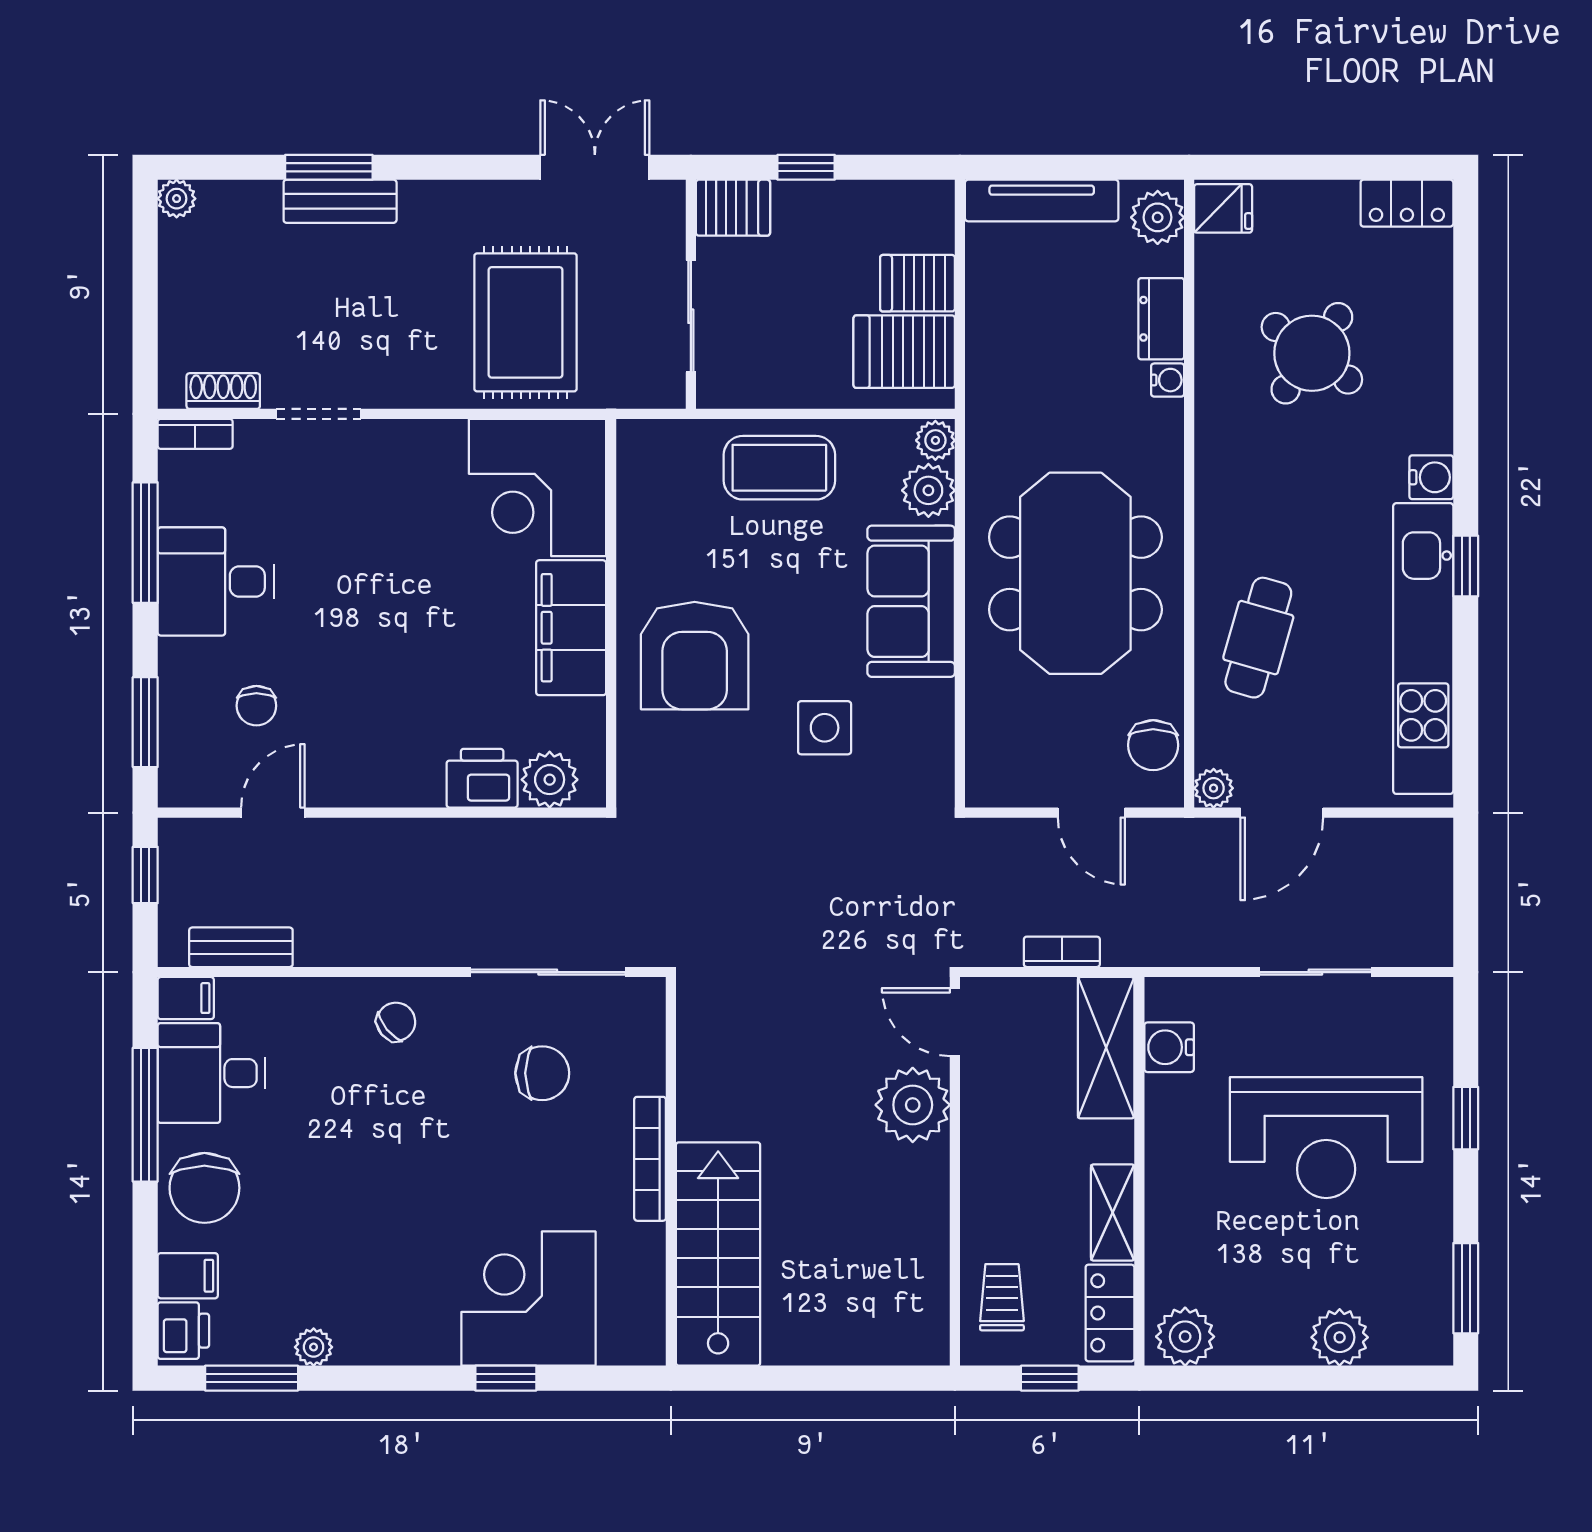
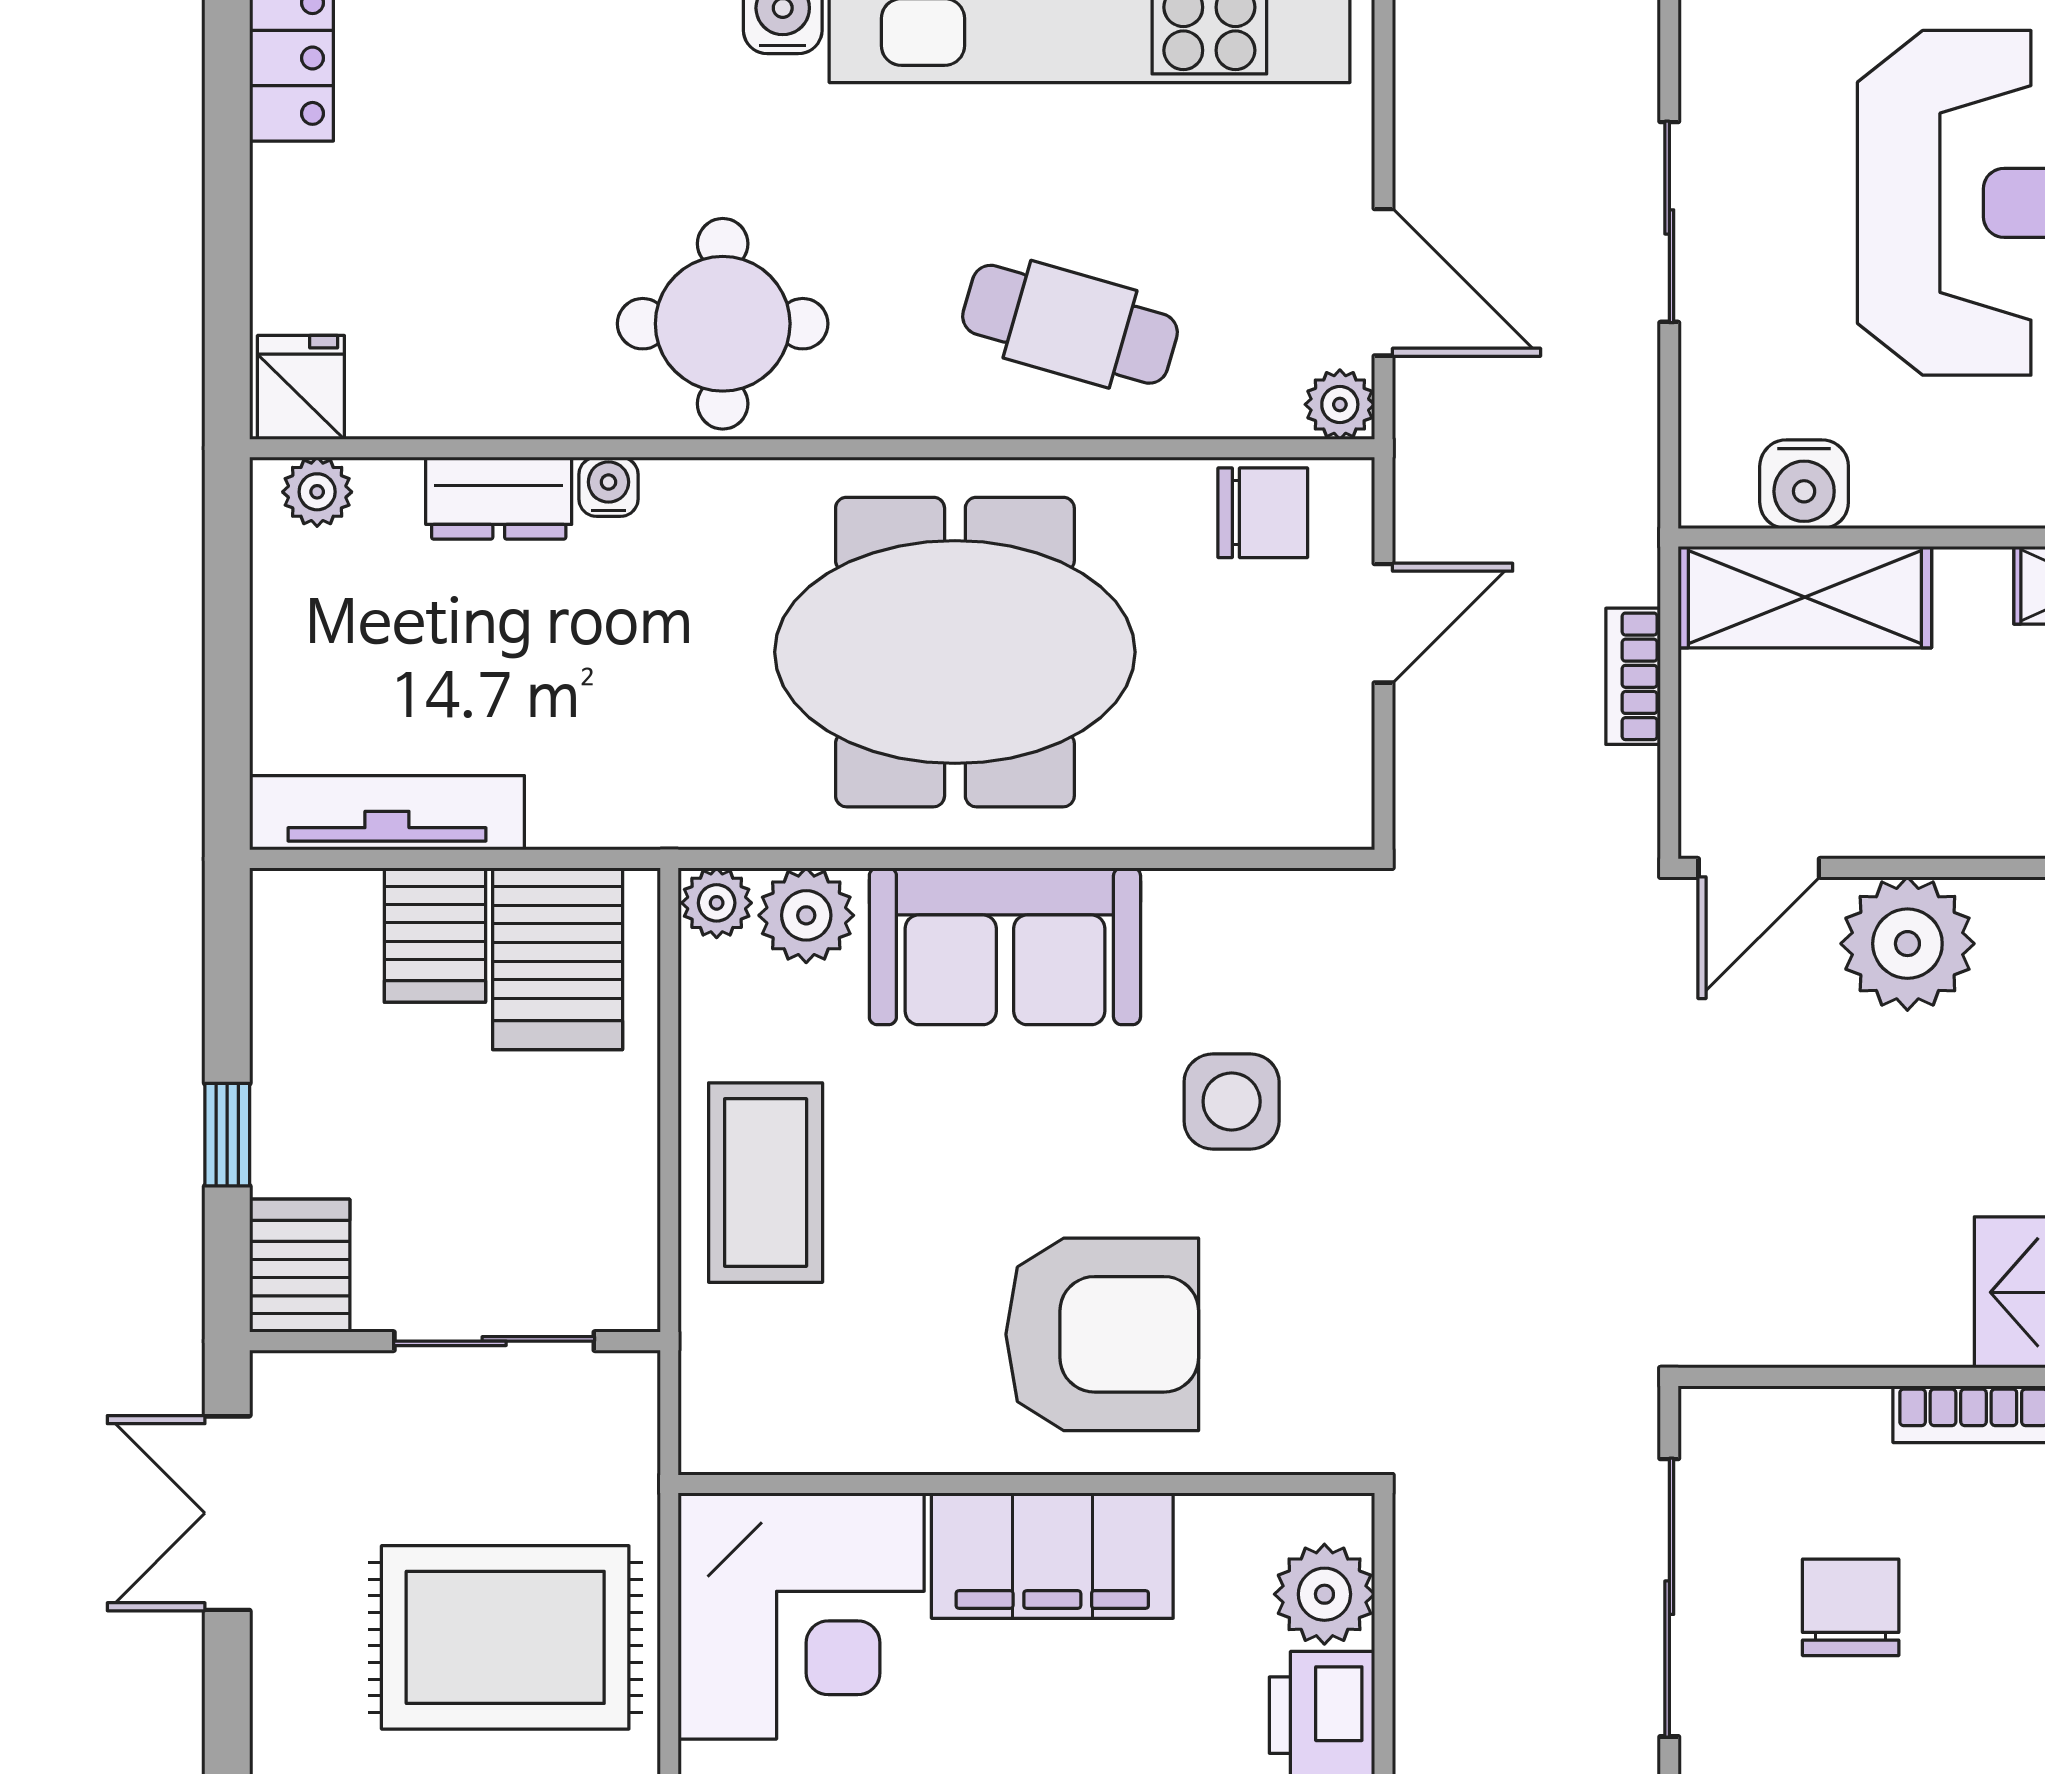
tv unit: (1042, 200) -> (387, 813), moved, turned -90
plant: (1158, 217) -> (317, 492), width x0.73, depth x0.73
round table: (1312, 353) -> (723, 324), moved, turned -36

